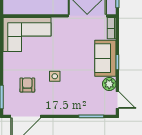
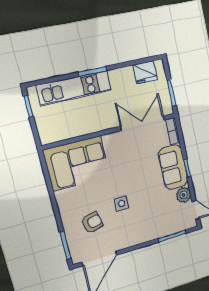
armchair: (27, 85) -> (92, 223), turned 76

